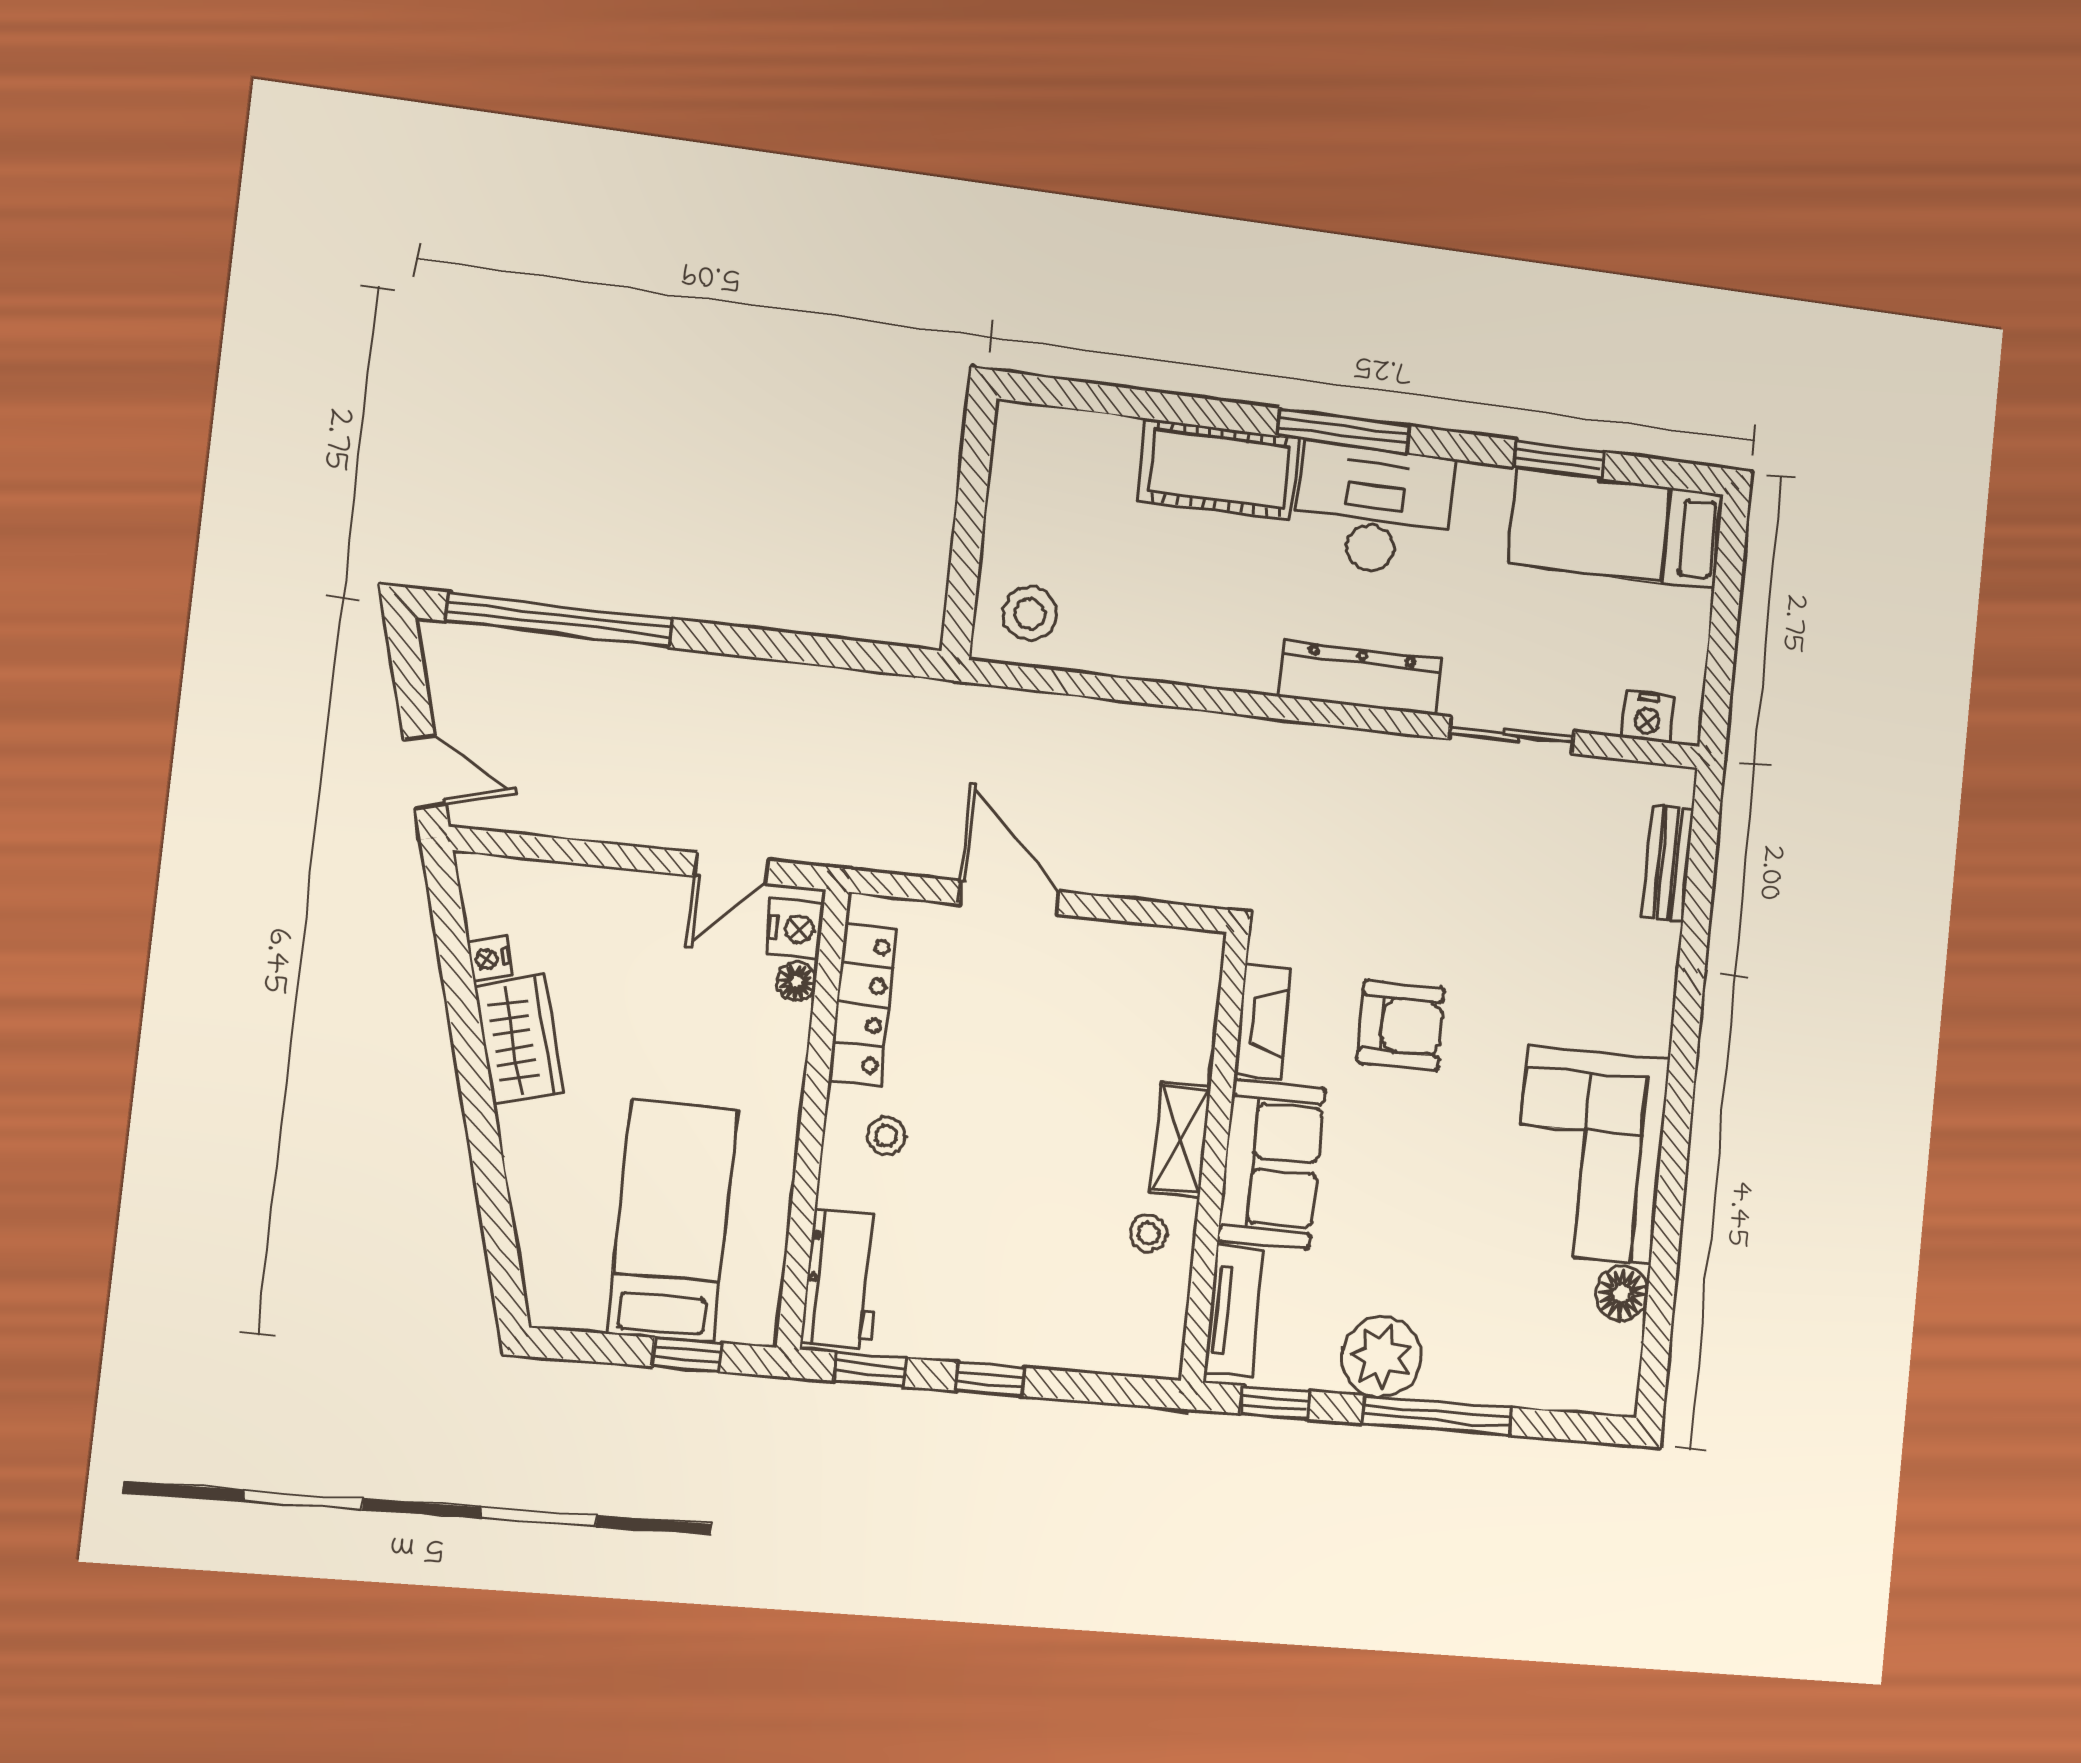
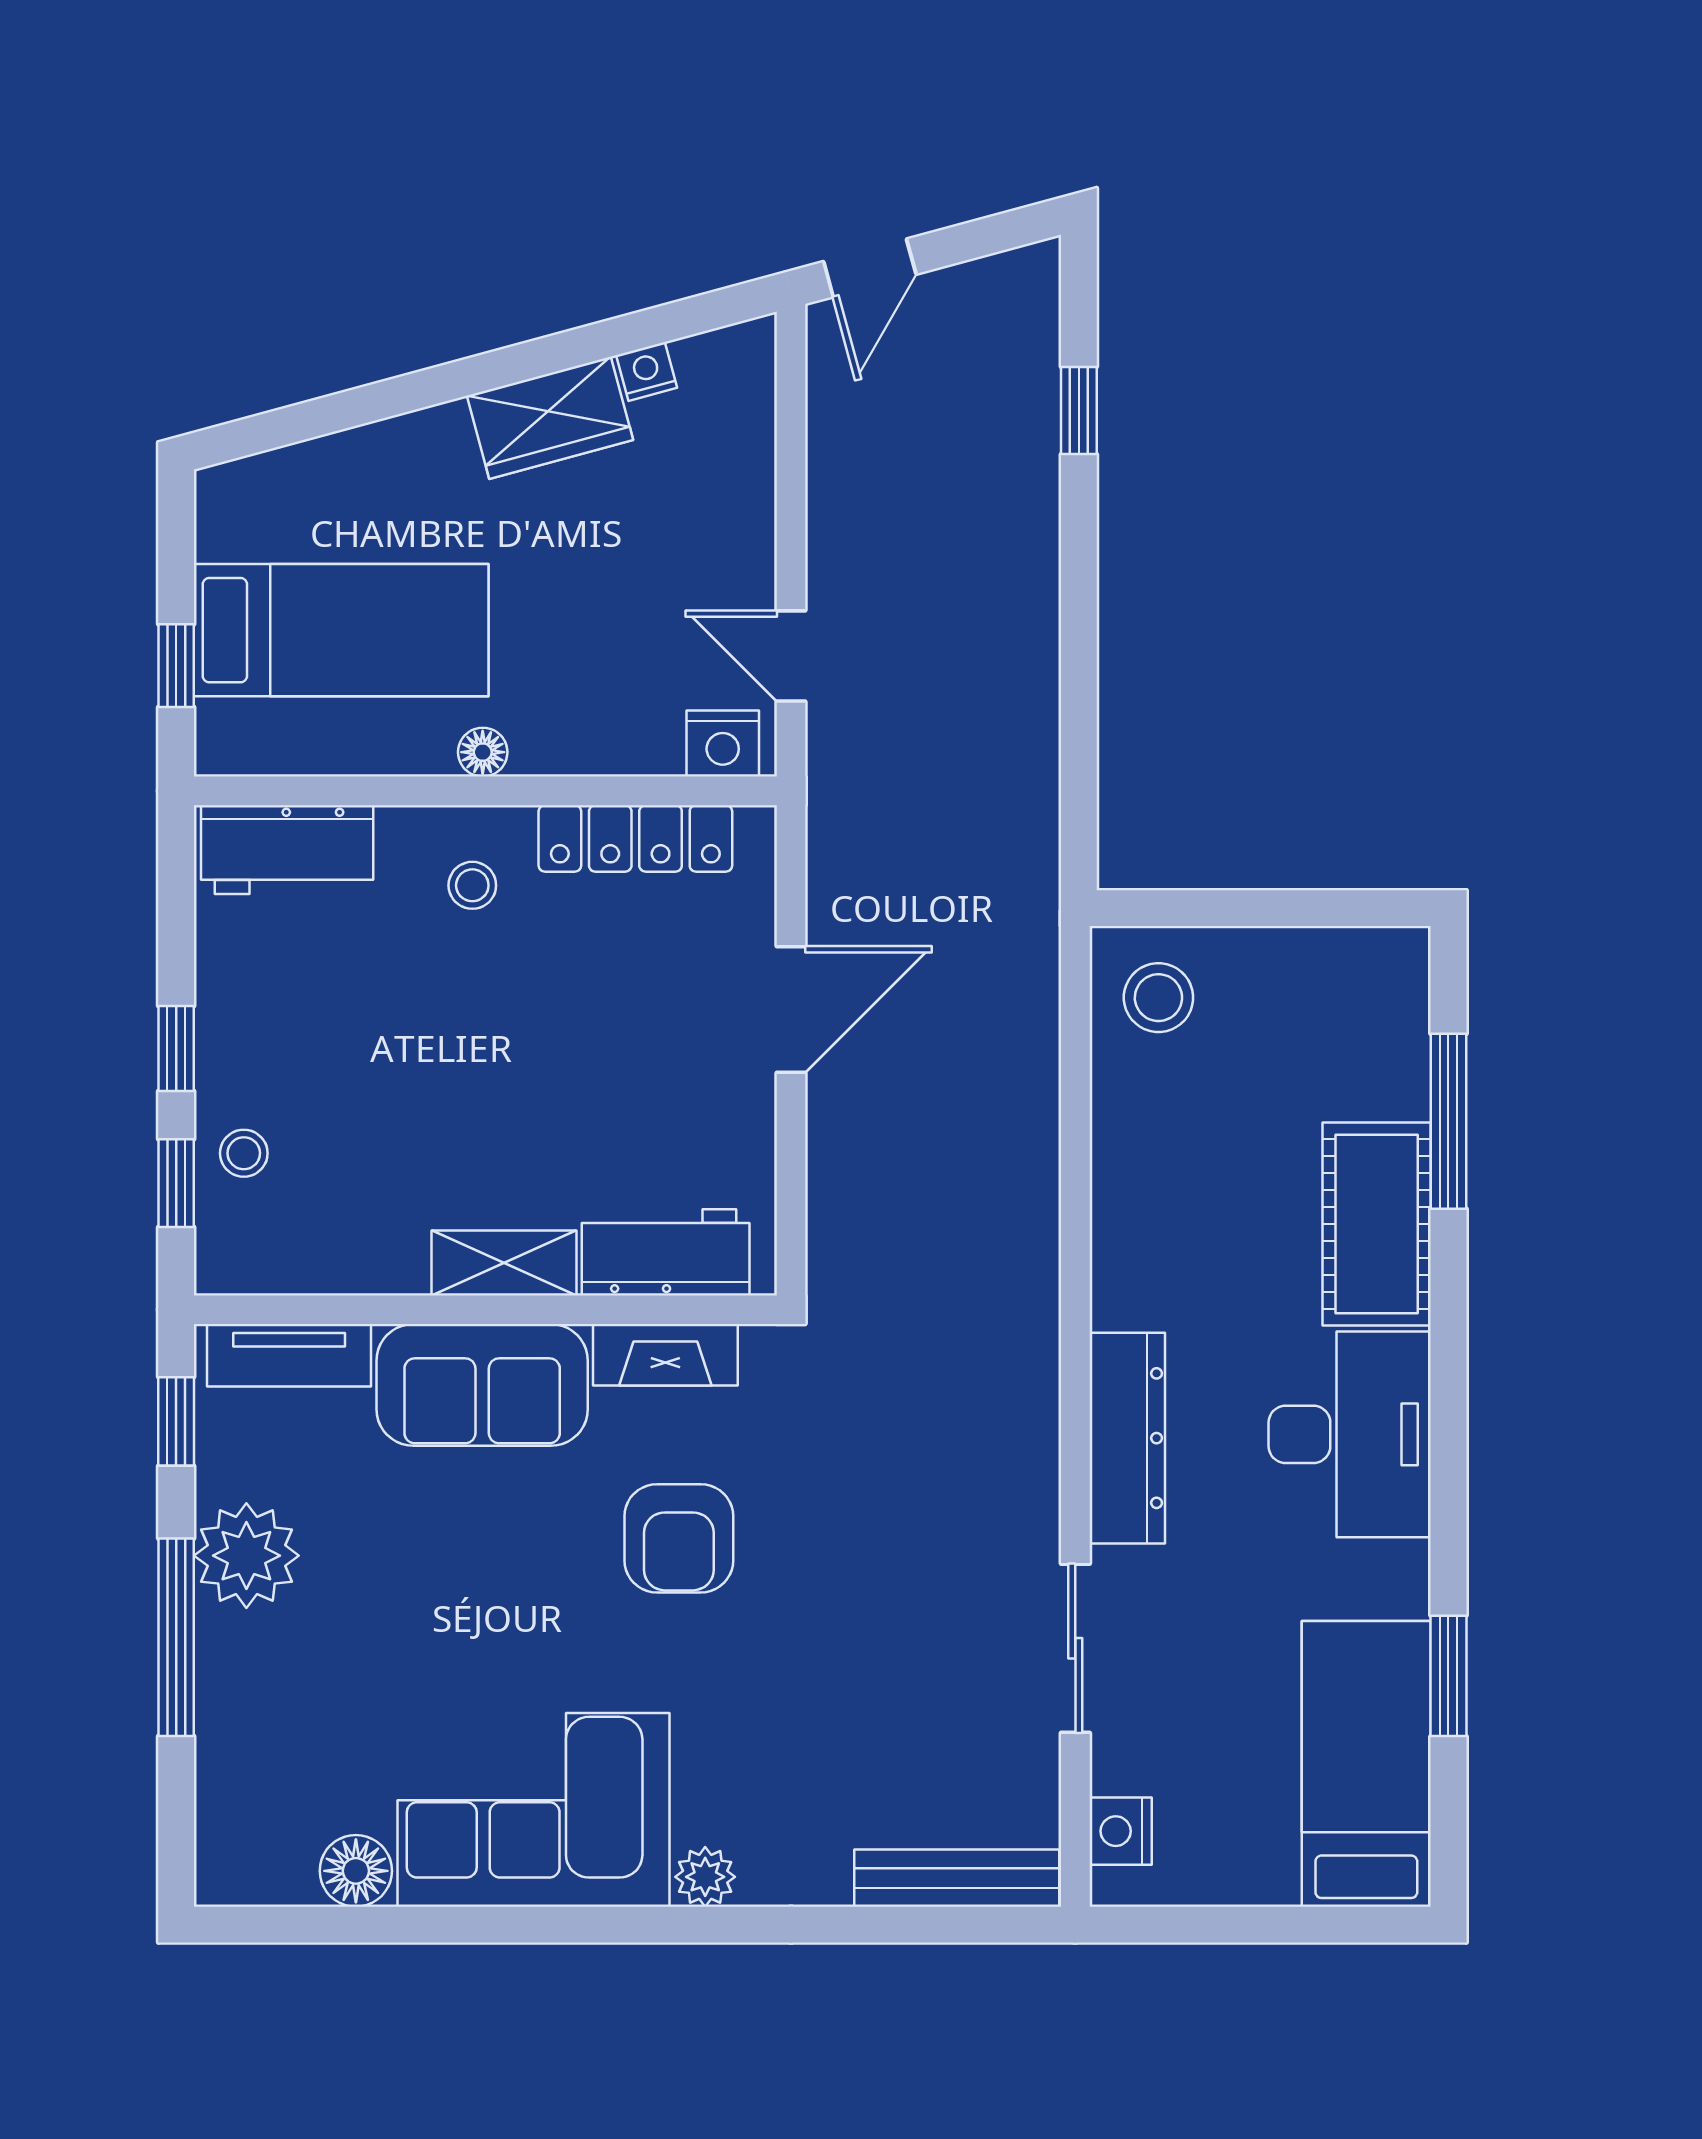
window: (1343, 431) -> (1448, 1121), moved
window: (560, 620) -> (1079, 411), width x0.32
bench: (1668, 863) -> (957, 1878), width x1.36
floor lamp: (796, 982) -> (483, 752), moved
workbench: (1185, 1014) -> (666, 1252), added
plant: (1651, 1031) -> (705, 1877), added
stool: (1149, 1233) -> (244, 1153), moved
window: (870, 1370) -> (176, 1183), moved

